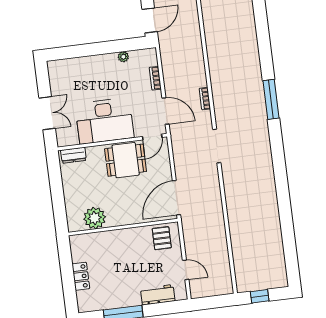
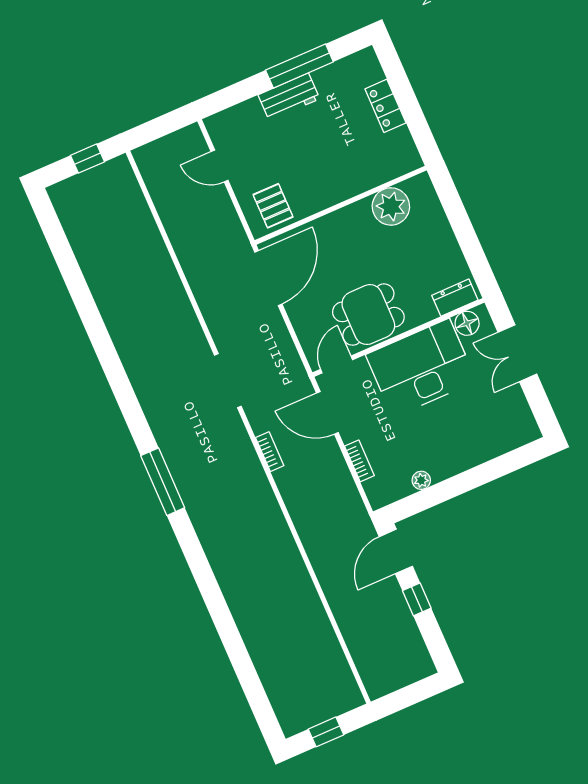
floor lamp: (71, 139) -> (467, 323), added
workbench: (158, 295) -> (289, 97), moved

